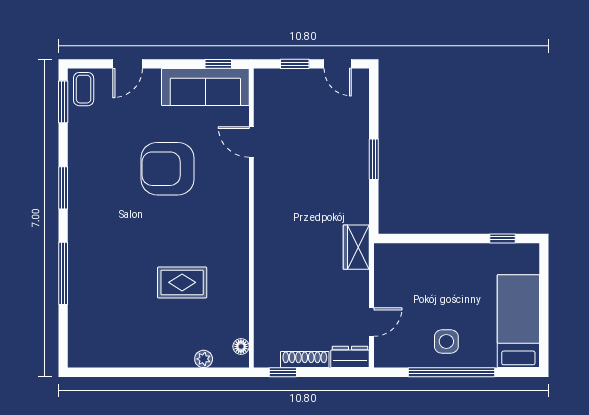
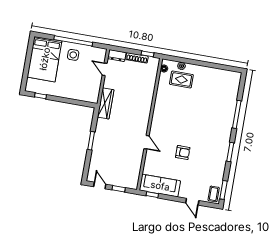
door: (128, 64) -> (192, 202), swing flipped
door: (251, 142) -> (146, 142), moved
armchair: (167, 169) -> (183, 152), width x0.53, depth x0.53
wardrobe: (356, 247) -> (106, 103), width x1.50
rug: (182, 282) -> (181, 79), moved
bed: (518, 321) -> (45, 59), width x1.50
door: (372, 322) -> (105, 69), hinge flipped

